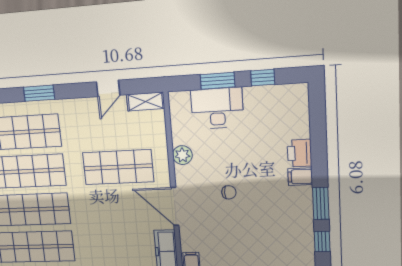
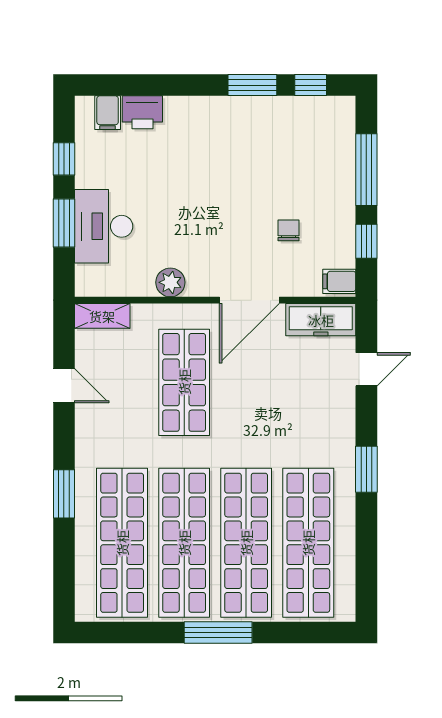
shelving: (145, 102) -> (102, 316), moved, turned 90
printer: (299, 153) -> (142, 112), moved
filing cabinet: (300, 177) -> (108, 113), moved
chair: (229, 192) -> (289, 230), moved

